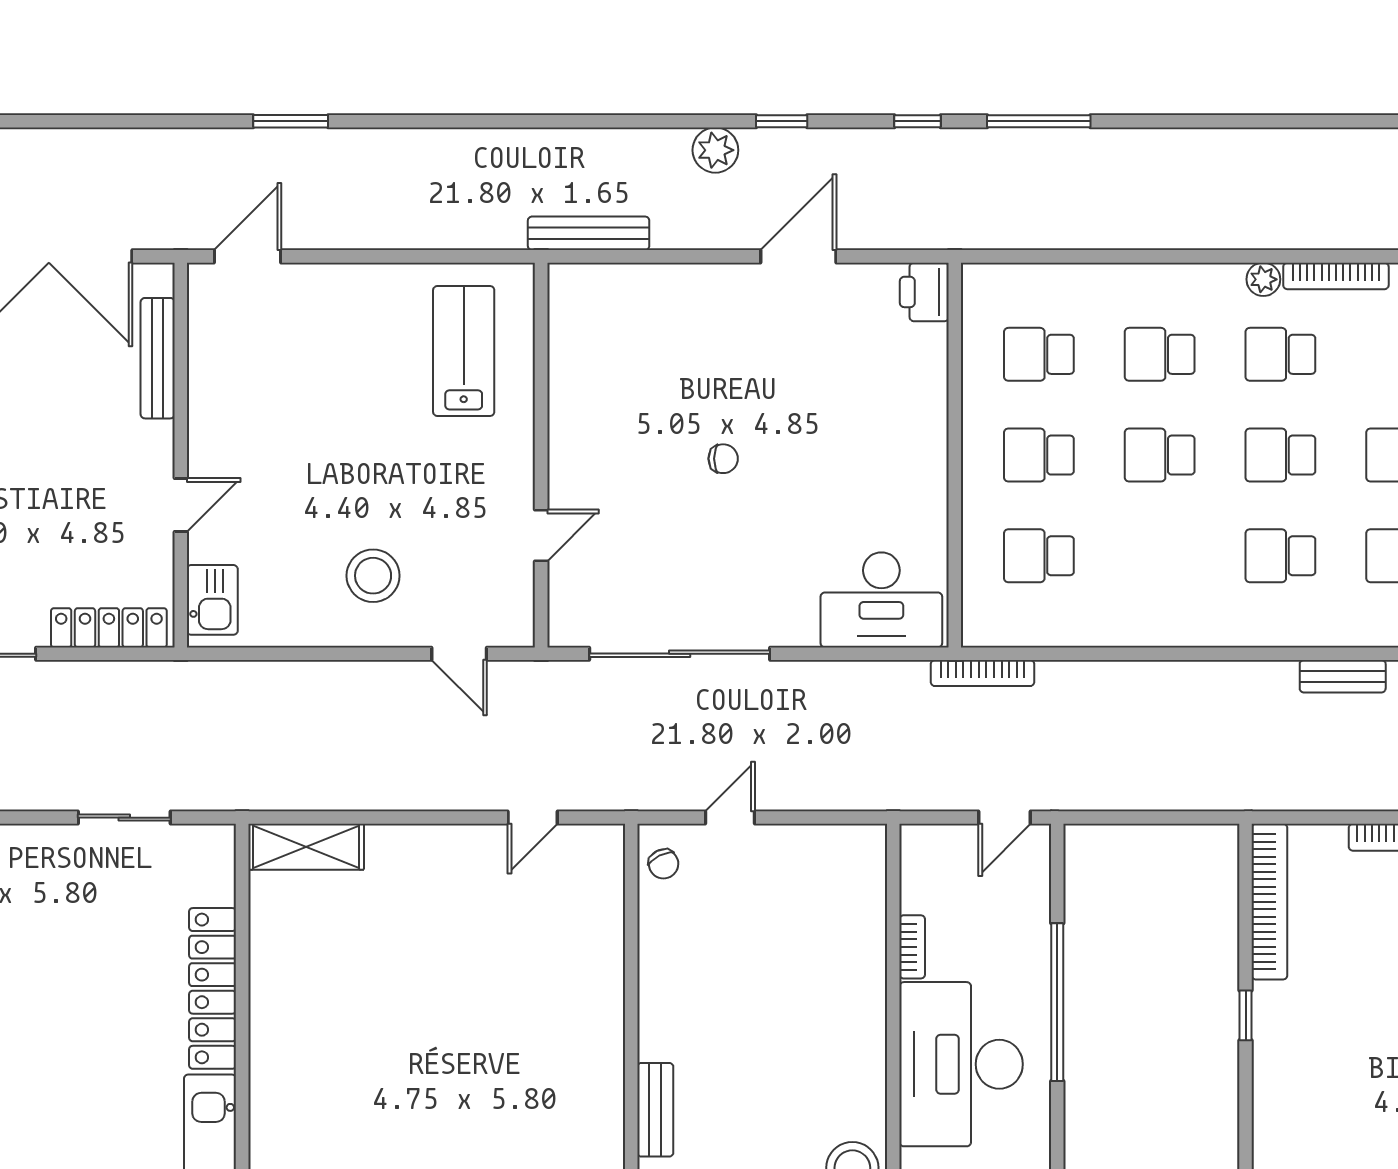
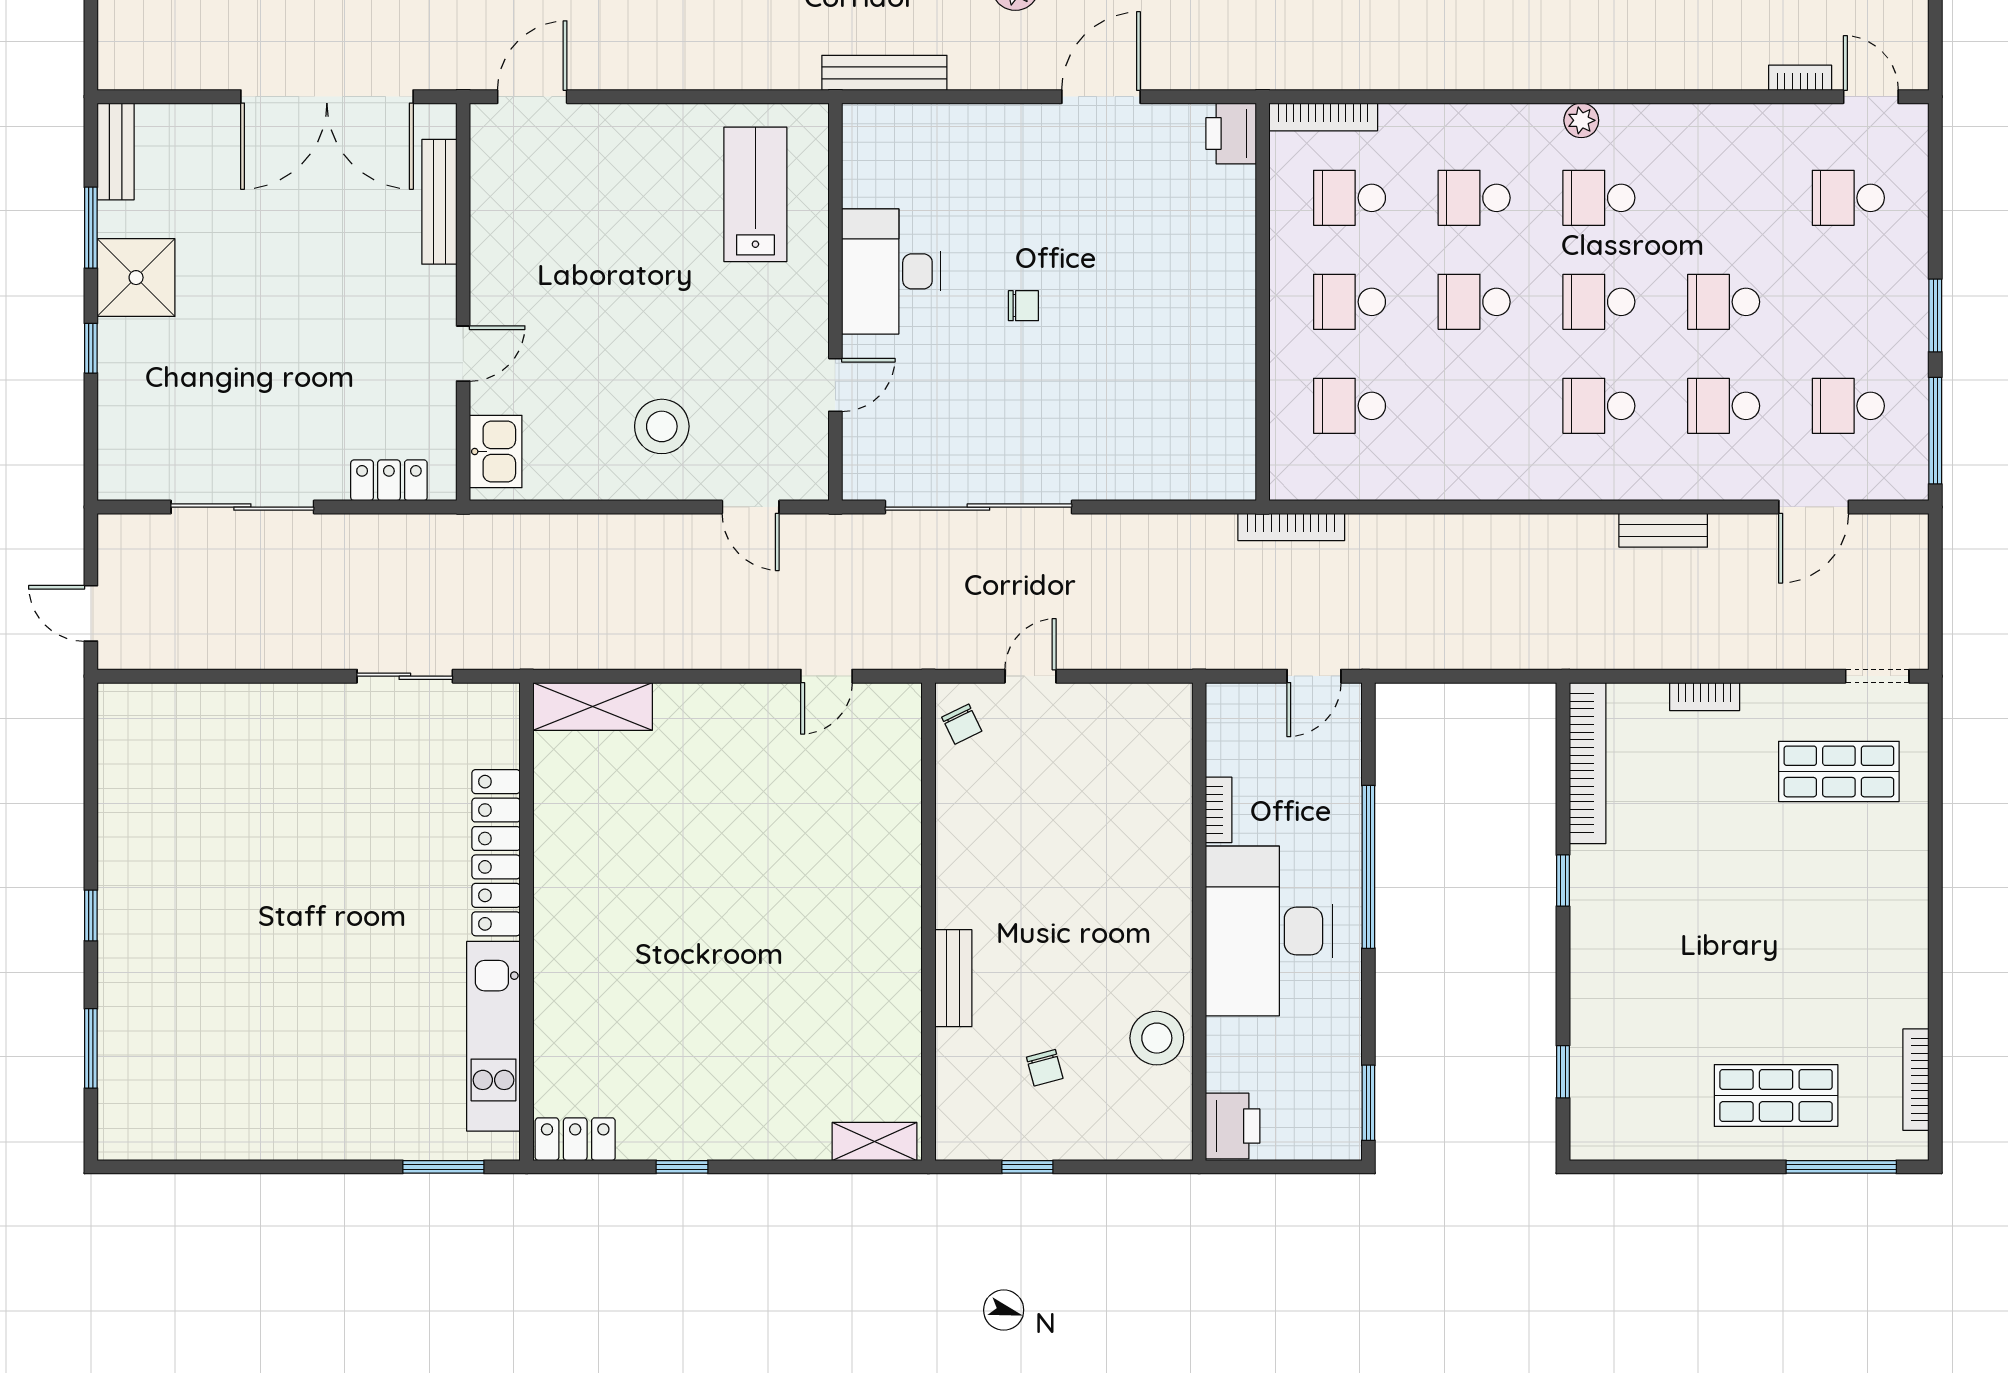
bookcase: (1336, 276) -> (1323, 117), moved
desk: (881, 600) -> (891, 271), moved, turned 90
locker: (109, 628) -> (389, 480), width x0.66

